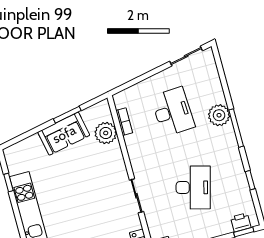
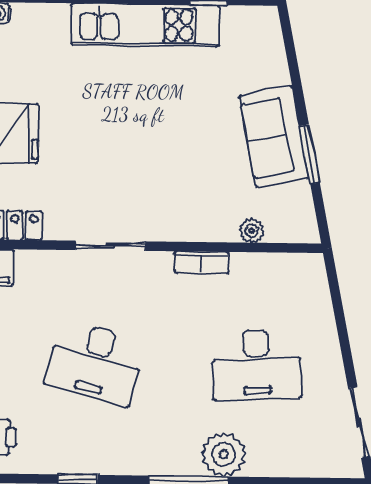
bookcase: (124, 122) -> (202, 262), moved
plant: (106, 133) -> (252, 231), width x0.53, depth x0.53

